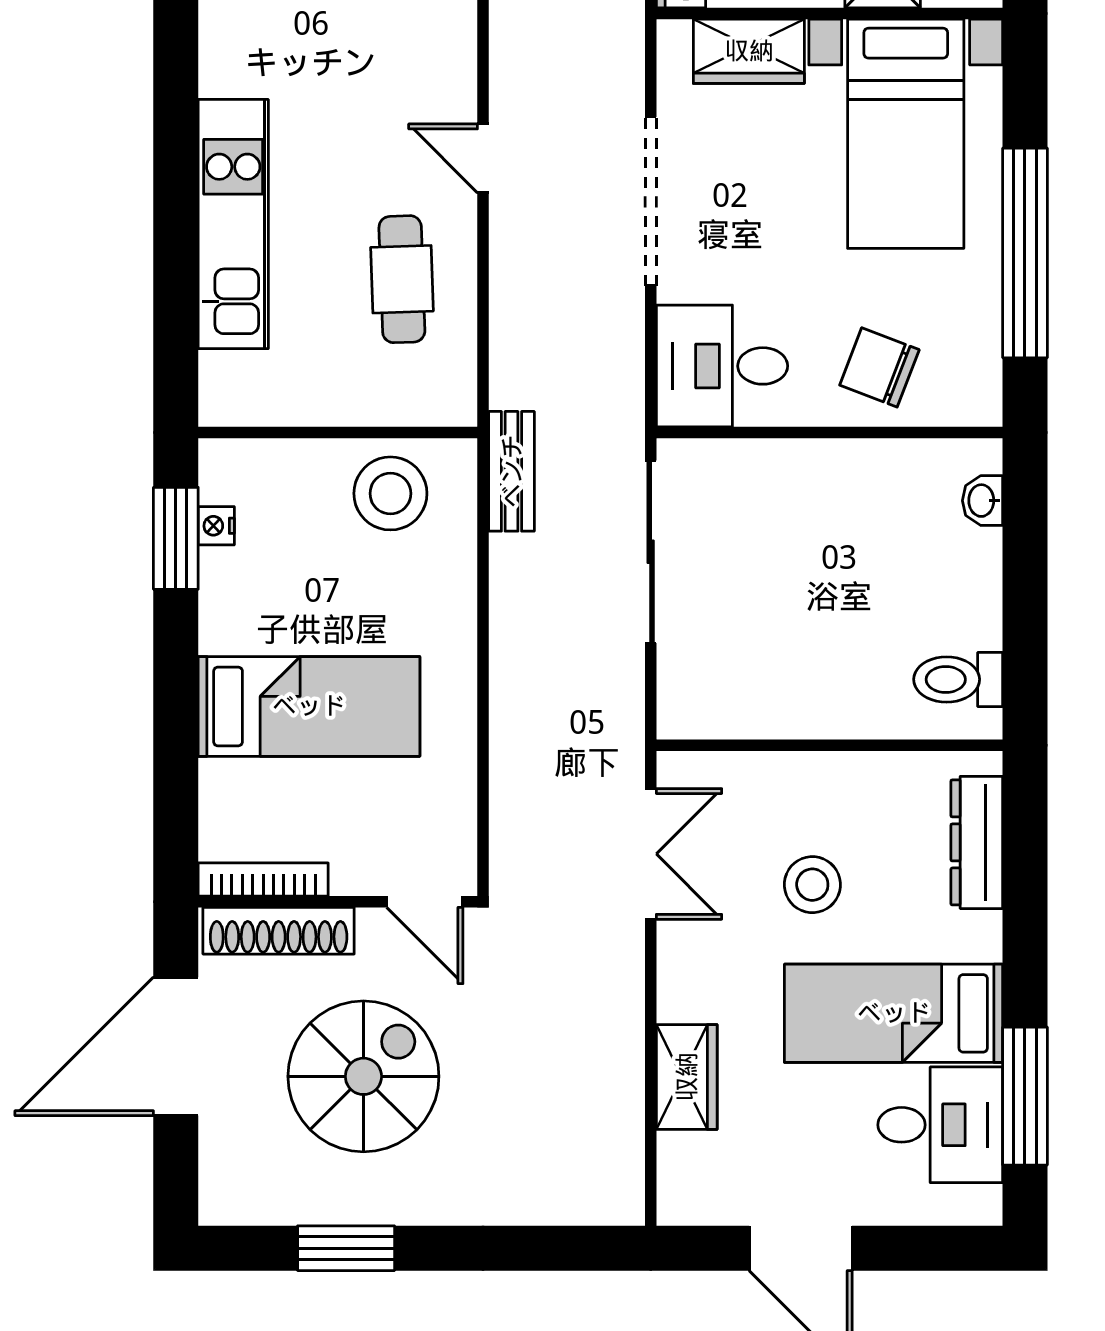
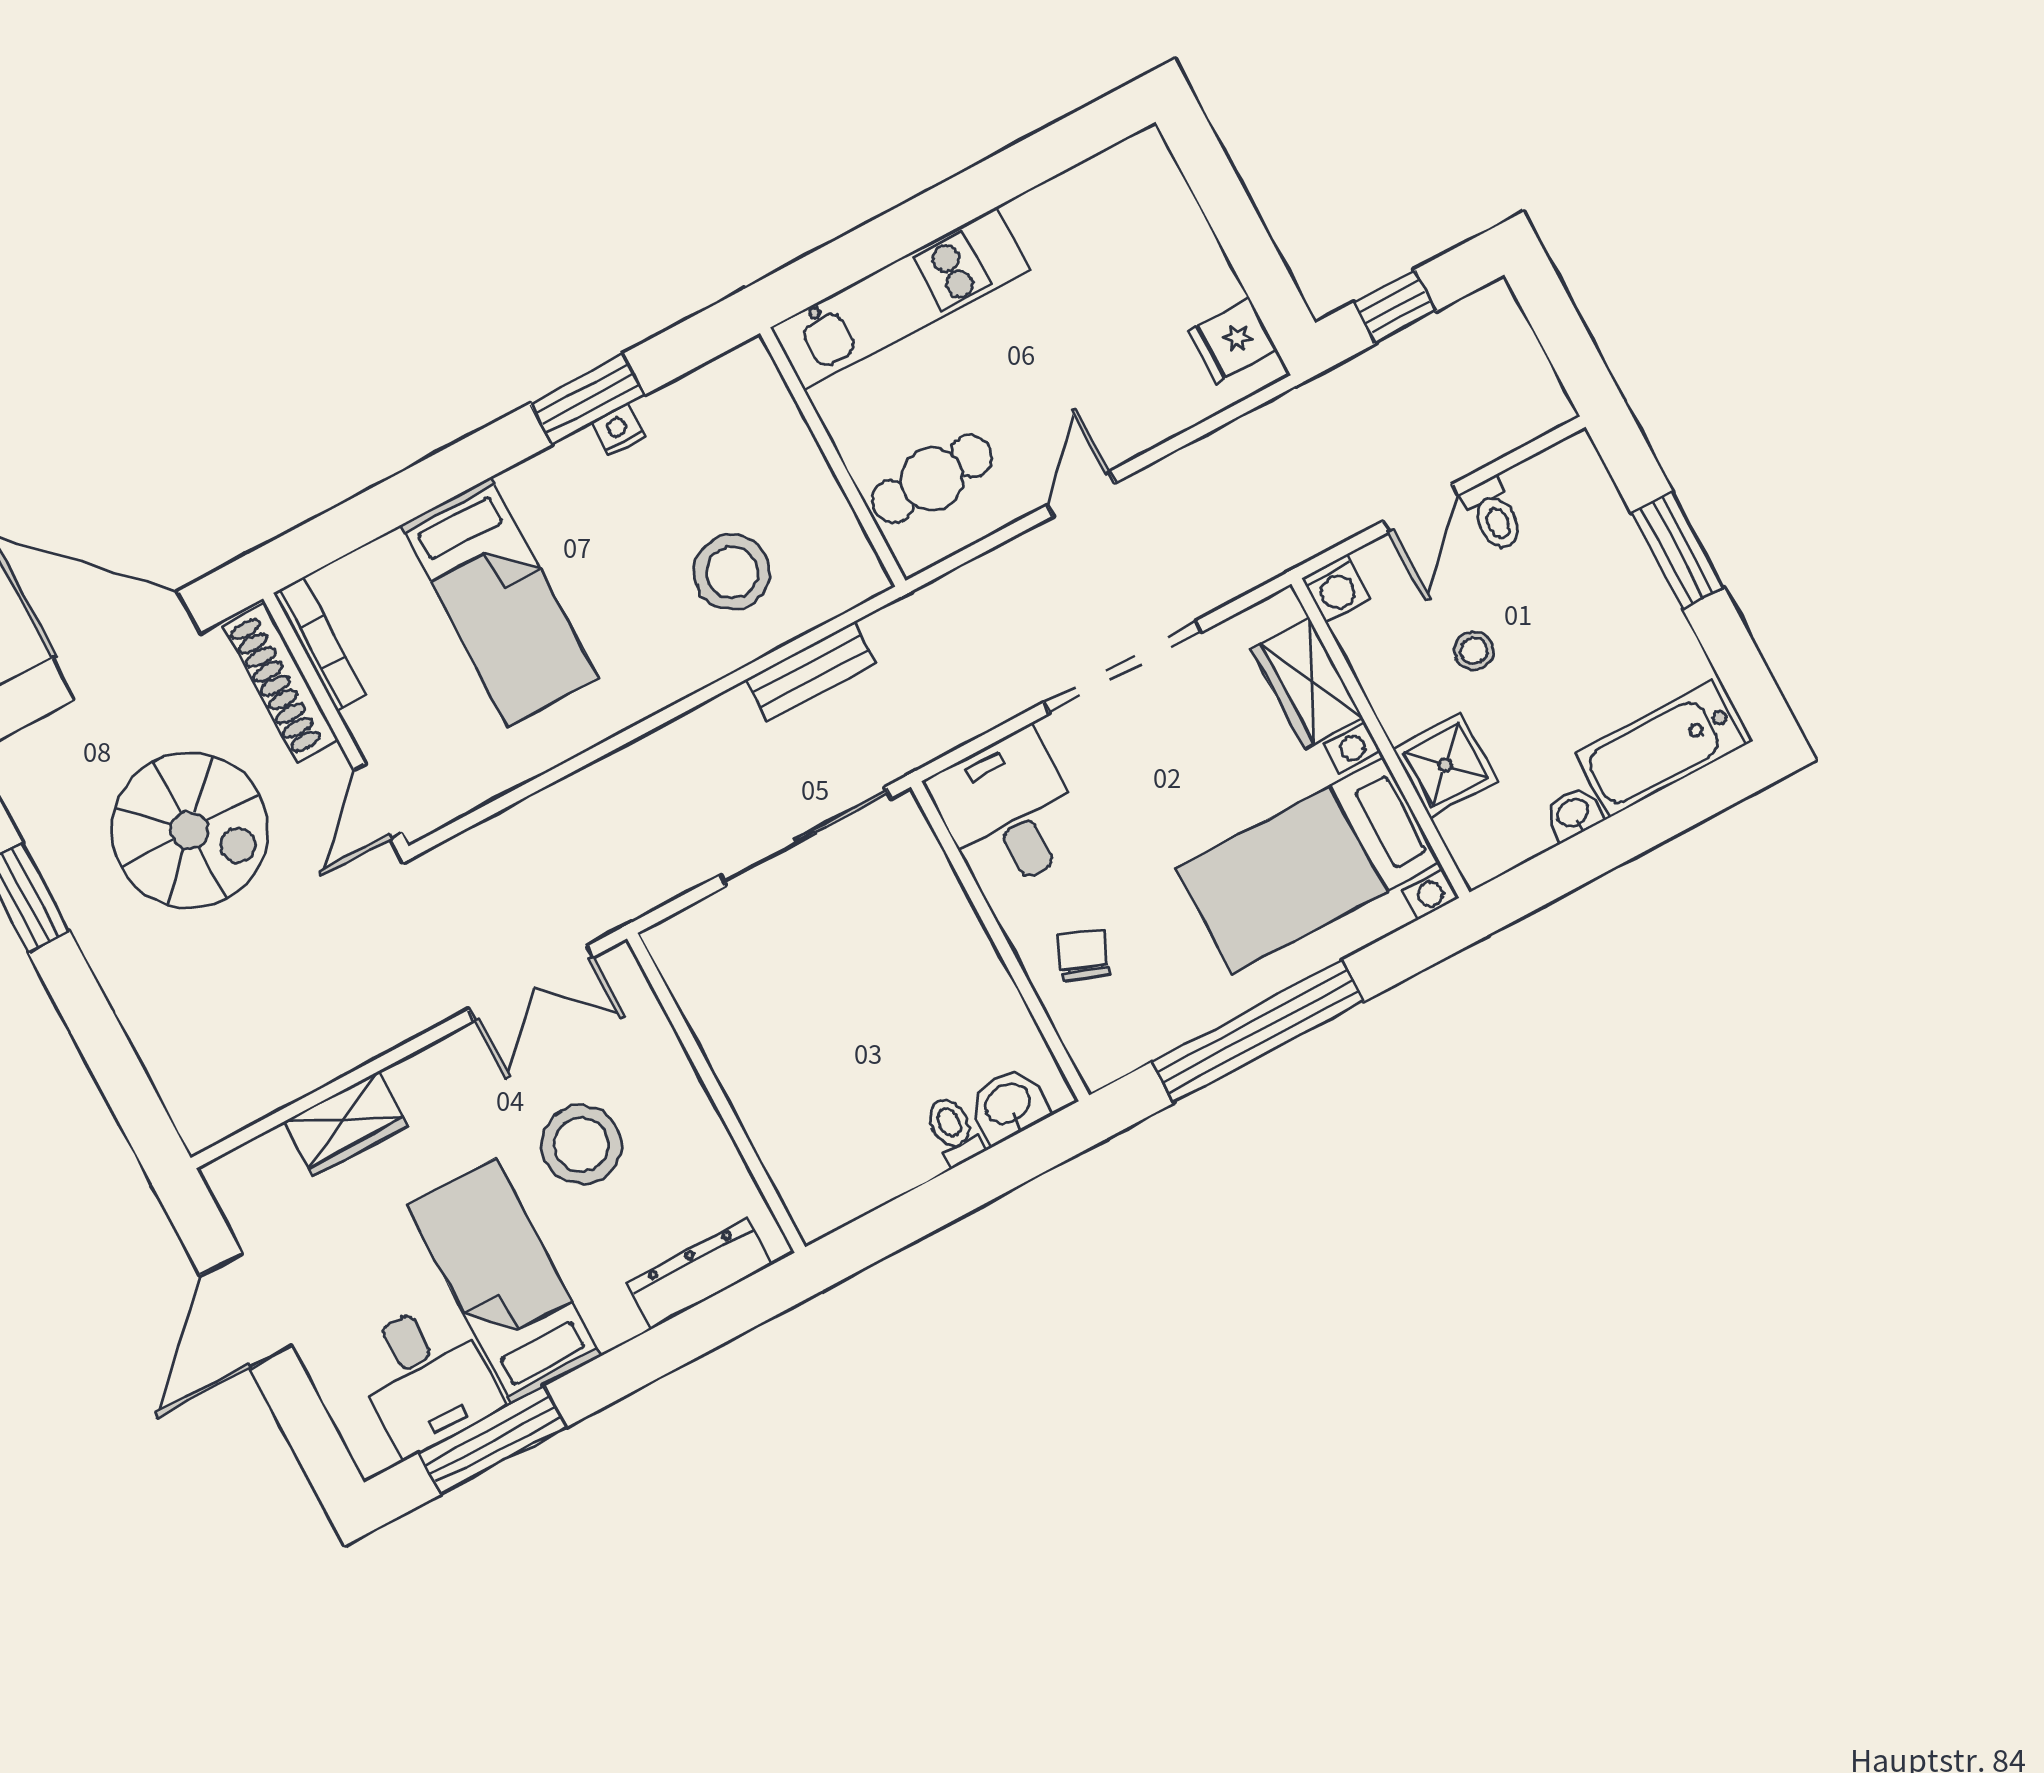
chair: (879, 367) -> (1083, 955), width x0.73, depth x0.73
wall: (338, 432) -> (833, 457), moved
washbasin: (983, 501) -> (1008, 1105), width x1.38, depth x1.45
toilet: (958, 679) -> (953, 1131), moved, width x0.73, depth x0.72
stool: (812, 885) -> (581, 1145), width x1.38, depth x1.38

